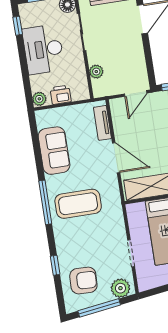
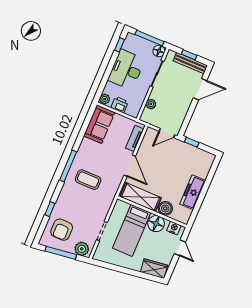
sofa: (54, 151) -> (99, 124), moved
coffee table: (78, 204) -> (88, 180), width x0.73, depth x0.76
armchair: (83, 280) -> (62, 230), turned 88

